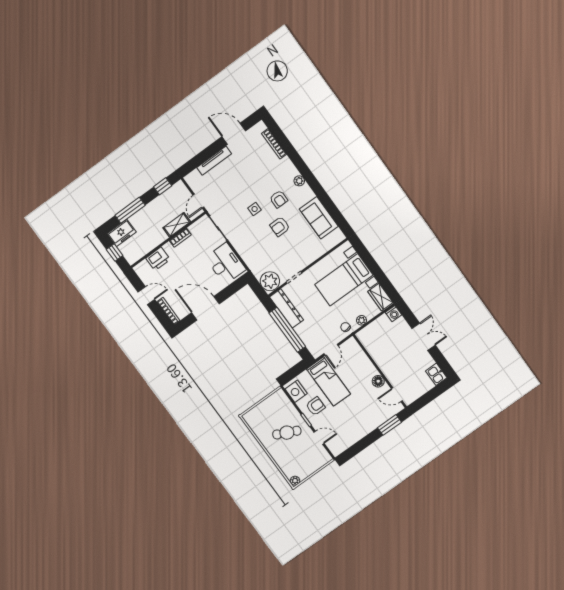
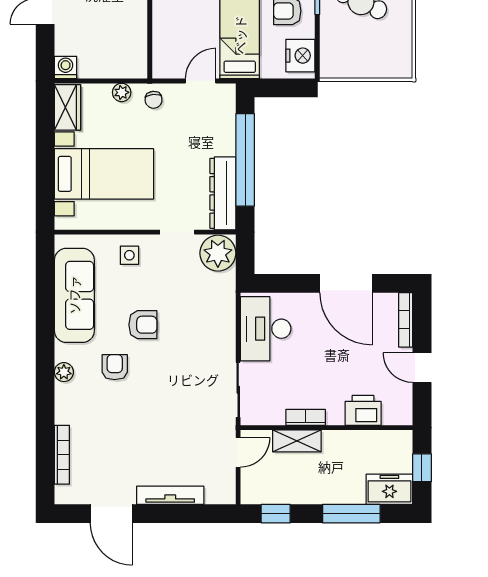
side table: (255, 209) -> (129, 255), moved
sofa: (319, 218) -> (74, 295), width x1.36

